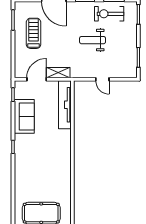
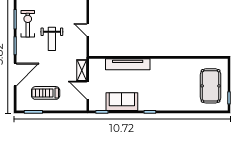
exercise bike: (109, 14) -> (28, 24), turned 180
door: (102, 79) -> (88, 30), swing flipped
tv unit: (65, 105) -> (128, 64), moved

